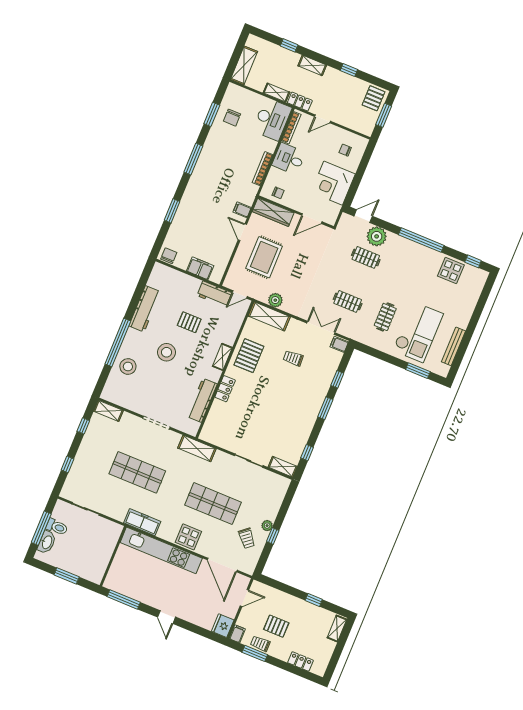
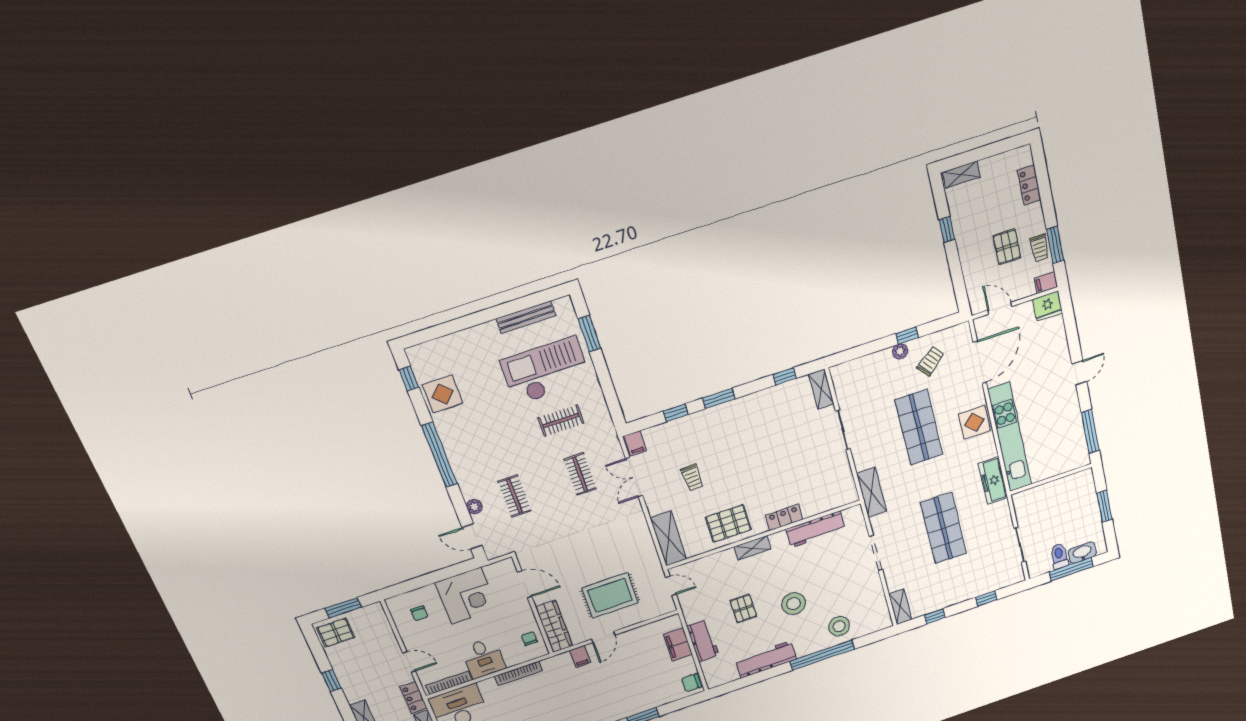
plant: (377, 236) -> (474, 507), width x0.53, depth x0.53
workbench: (214, 294) -> (703, 641), moved
plant: (275, 300) -> (645, 547), removed

